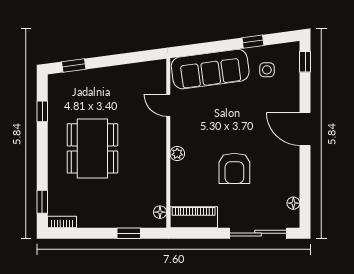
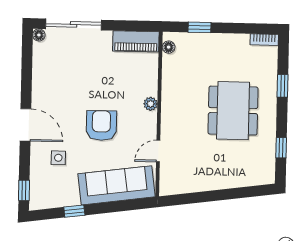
window: (74, 65) -> (249, 192), removed
side table: (267, 70) -> (58, 158), moved
door: (168, 105) -> (158, 151), swing flipped
armchair: (234, 168) -> (101, 125), moved
window: (42, 202) -> (283, 86), moved
floor lamp: (293, 203) -> (39, 35), moved

